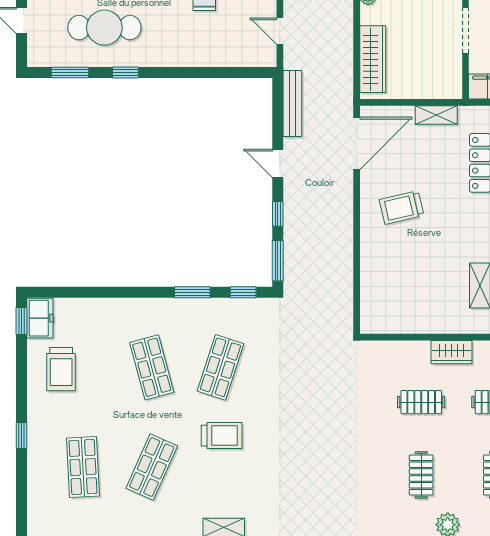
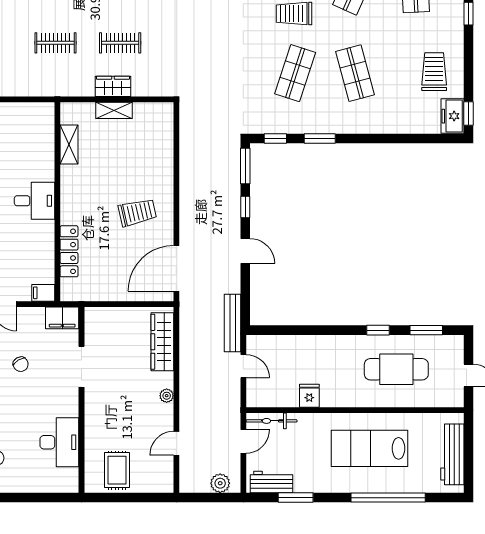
bench: (292, 104) -> (233, 323), moved
shelving: (436, 115) -> (114, 110), moved
wardrobe: (451, 352) -> (113, 86), moved

